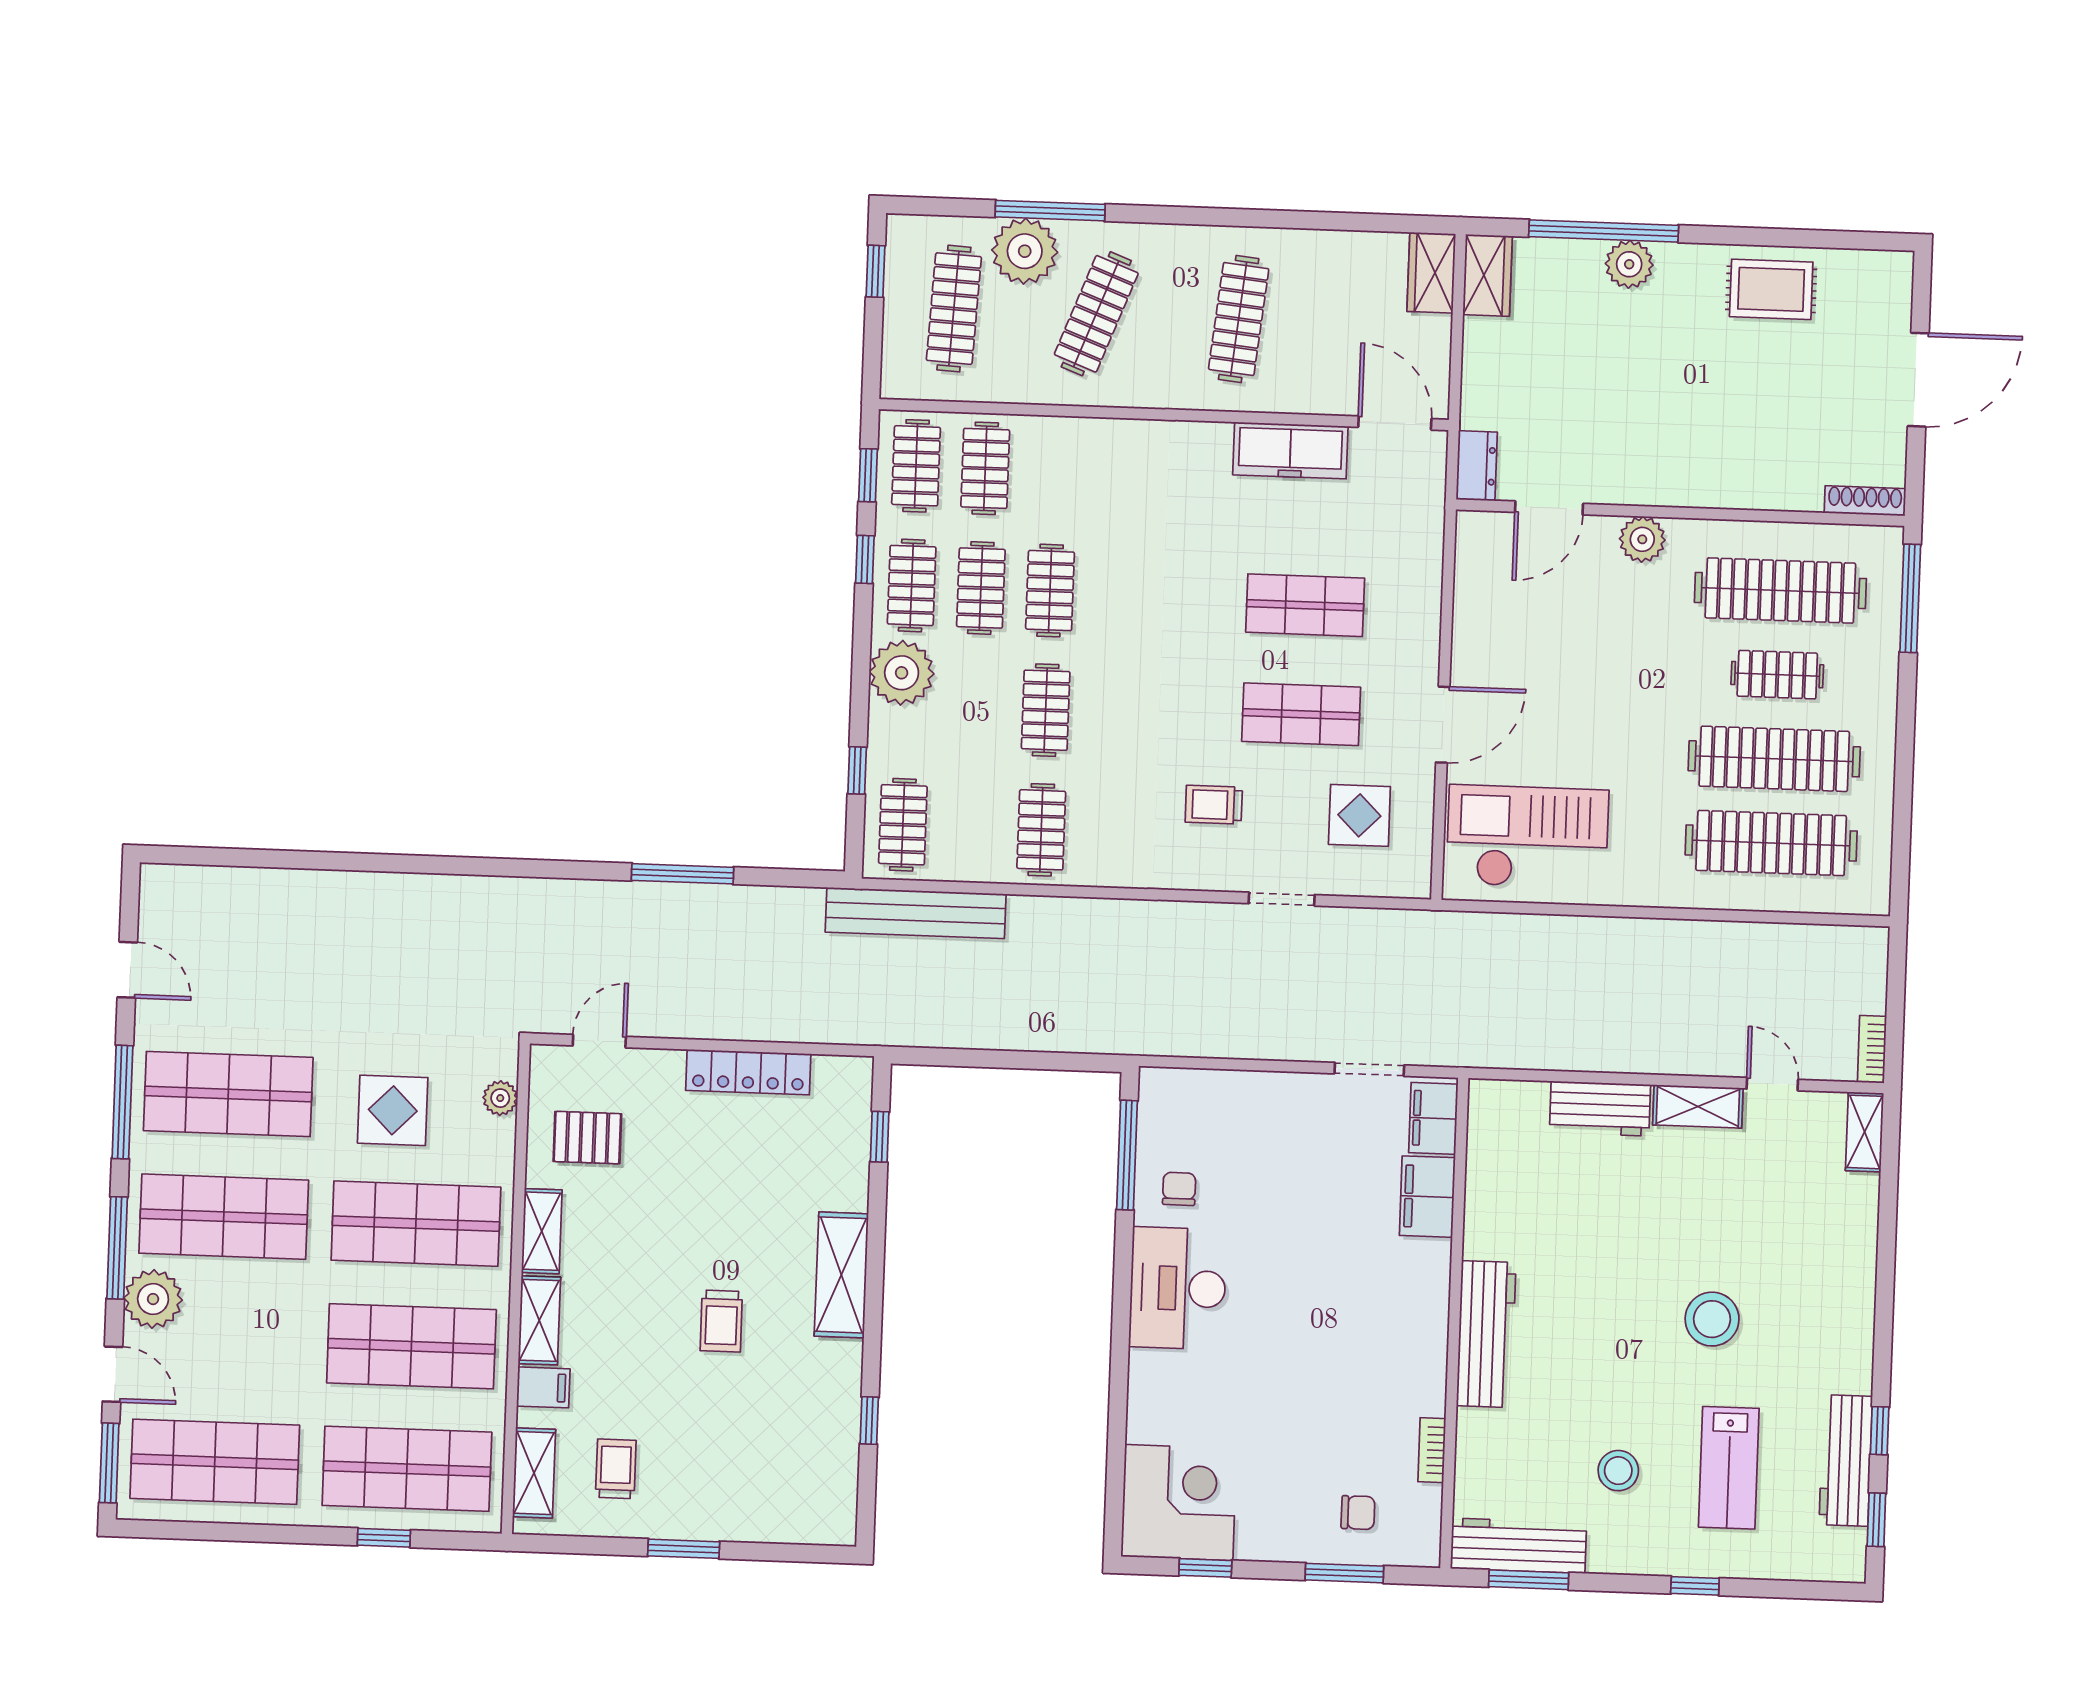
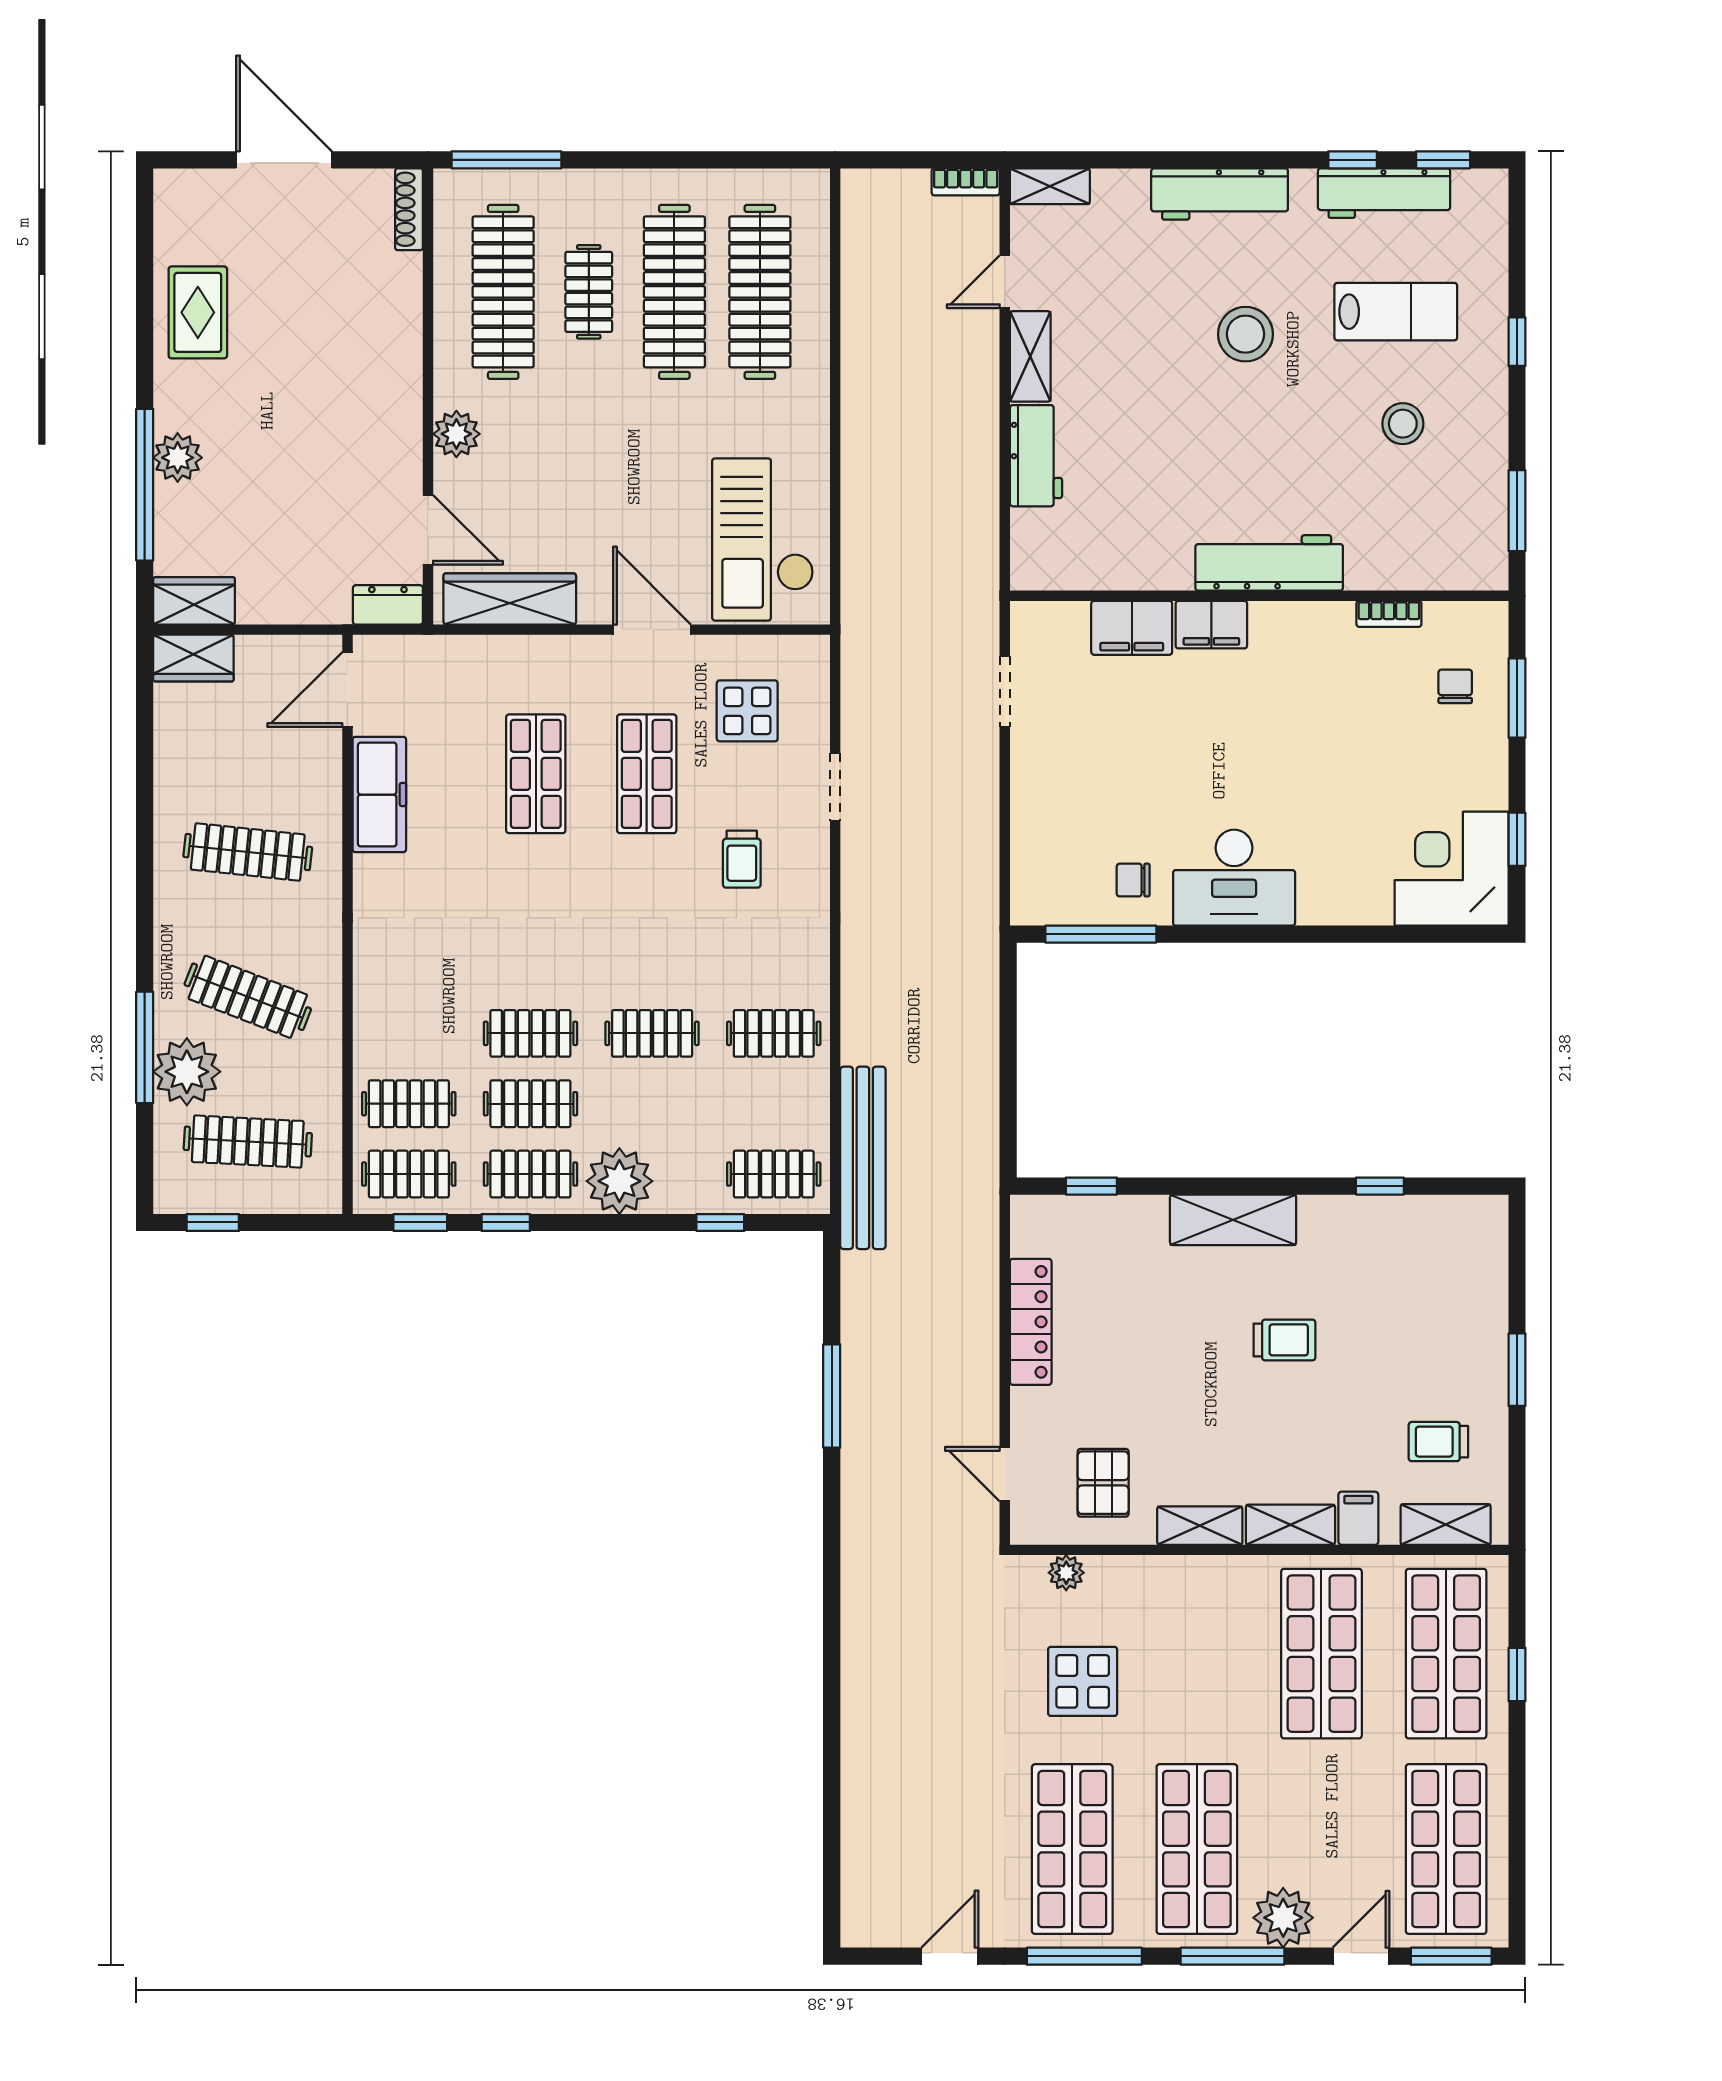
wardrobe: (1478, 586) -> (510, 599), added
filing cabinet: (1433, 1118) -> (1211, 625), moved
shop shelf: (416, 1224) -> (1197, 1654), removed
workbench: (1518, 1546) -> (1220, 194), moved, turned -90

